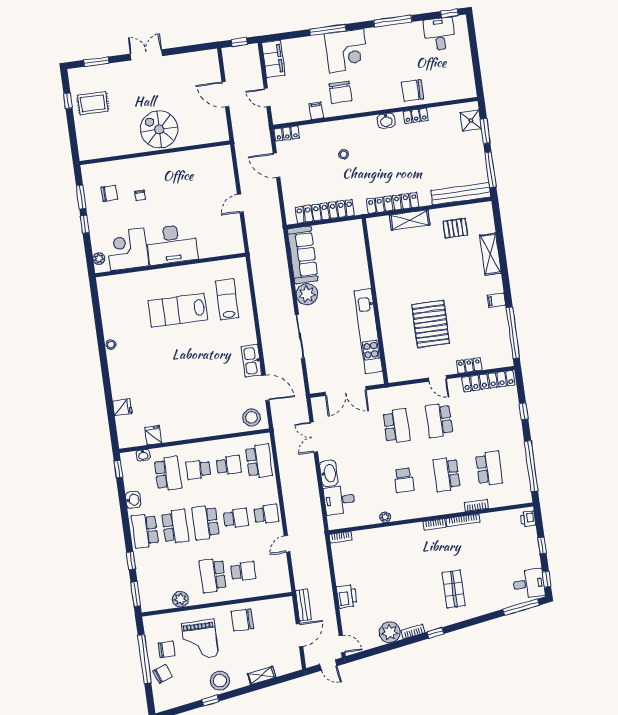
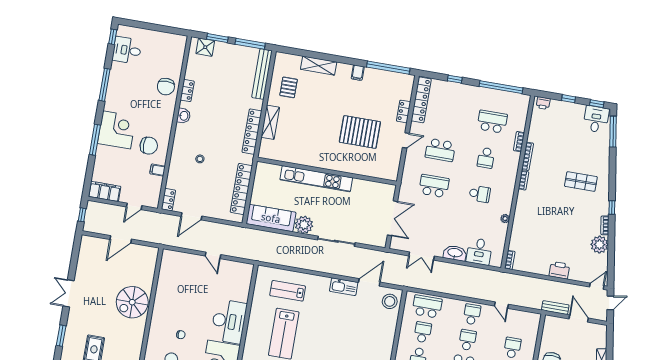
kitchen unit: (368, 331) -> (316, 179), moved
school desk: (447, 474) -> (486, 158), width x0.54

